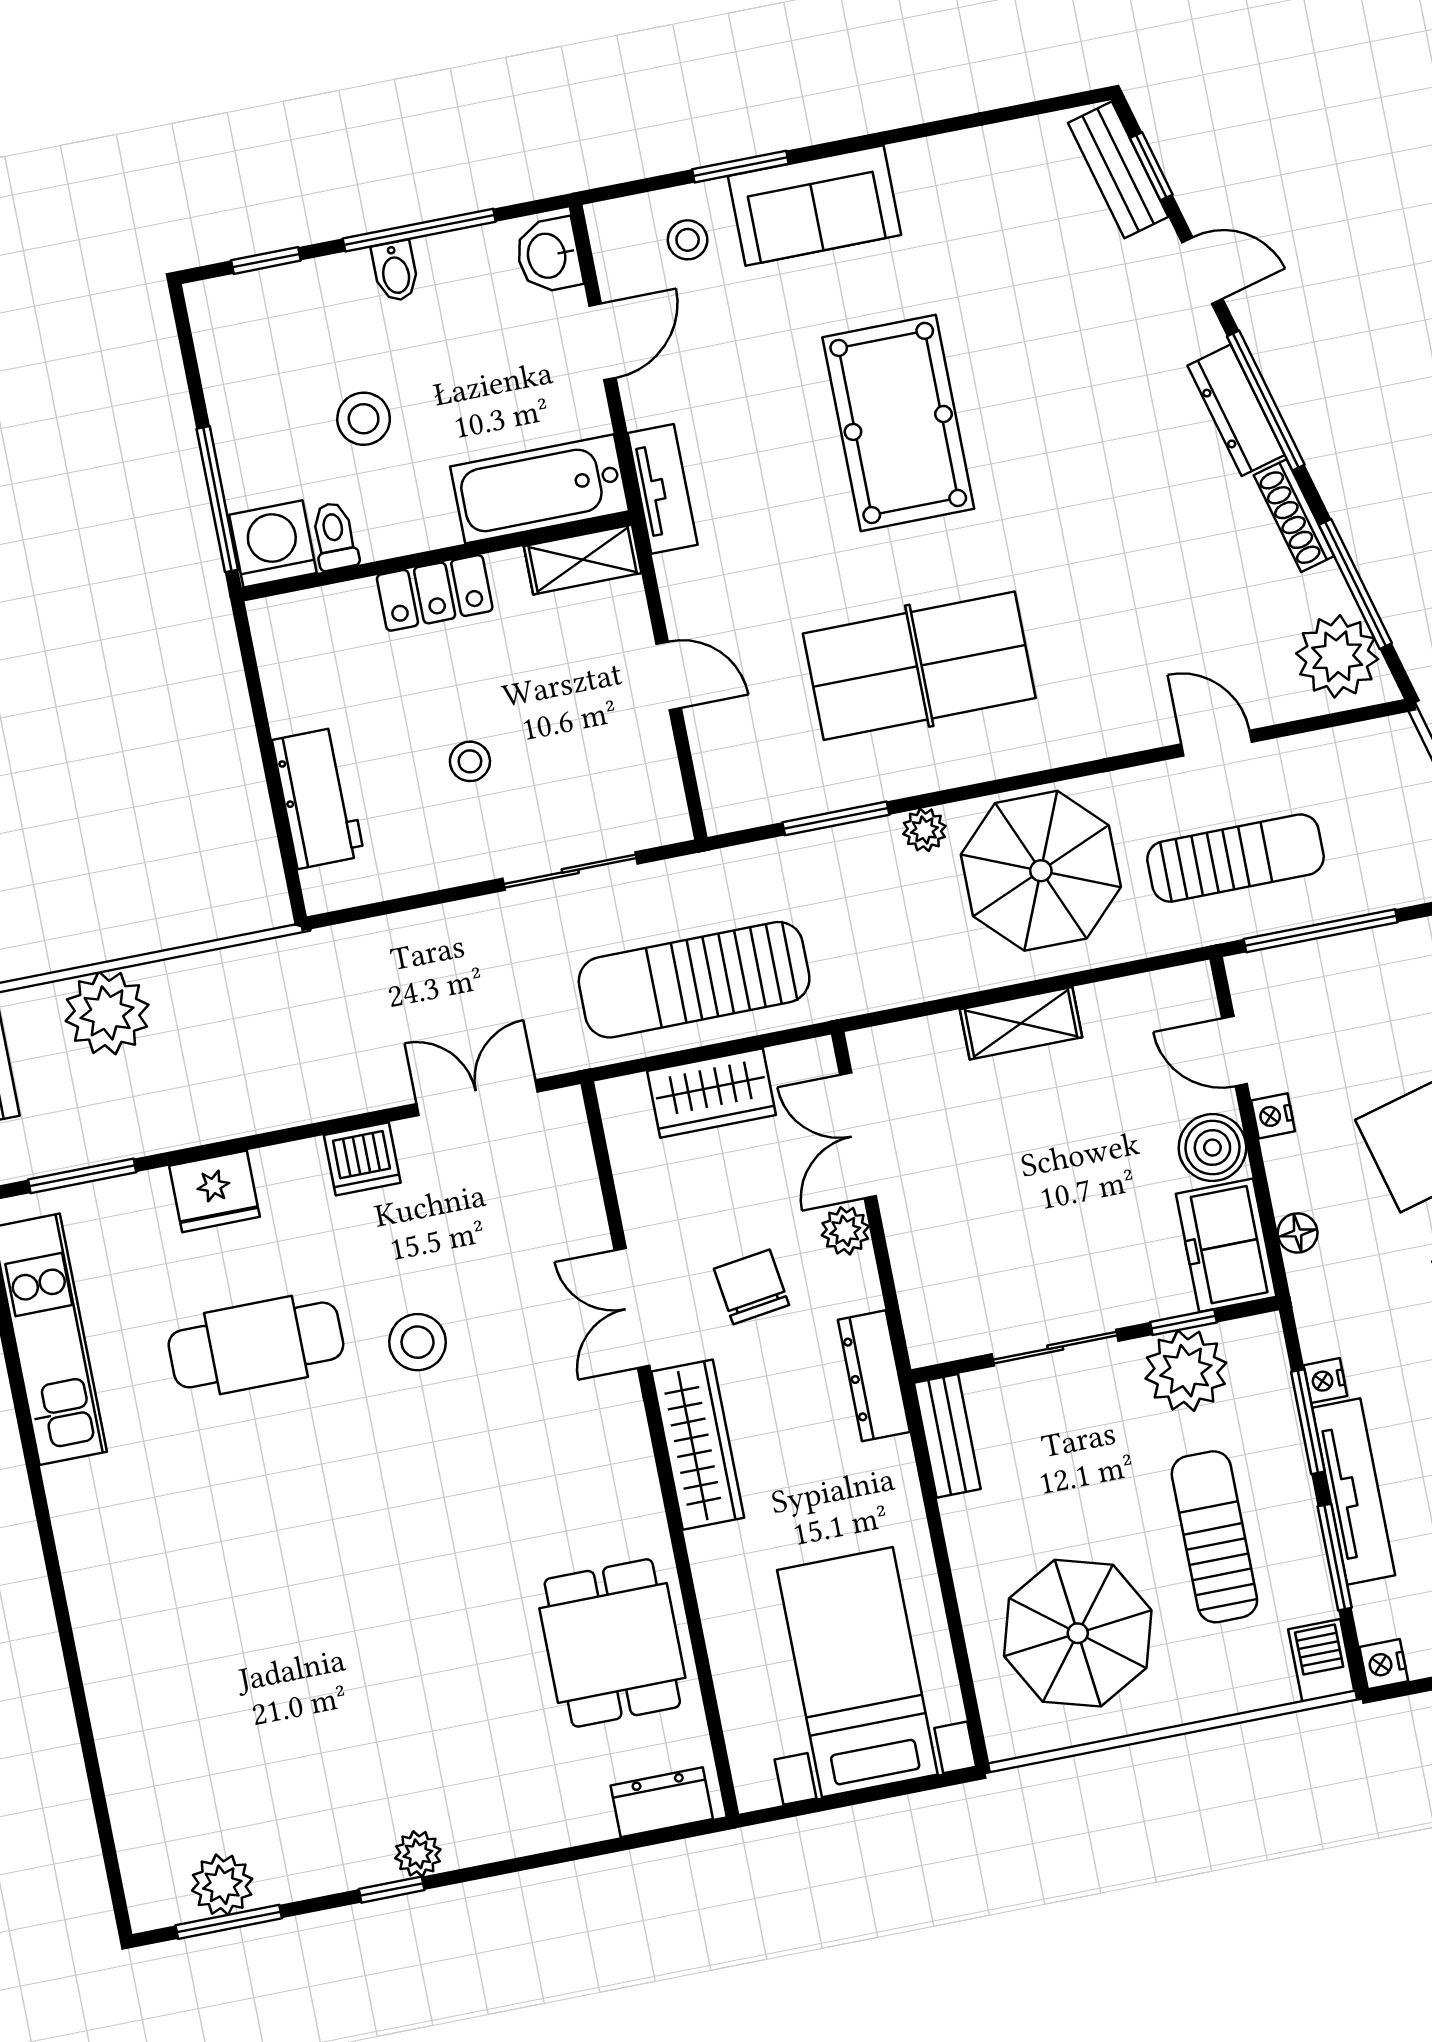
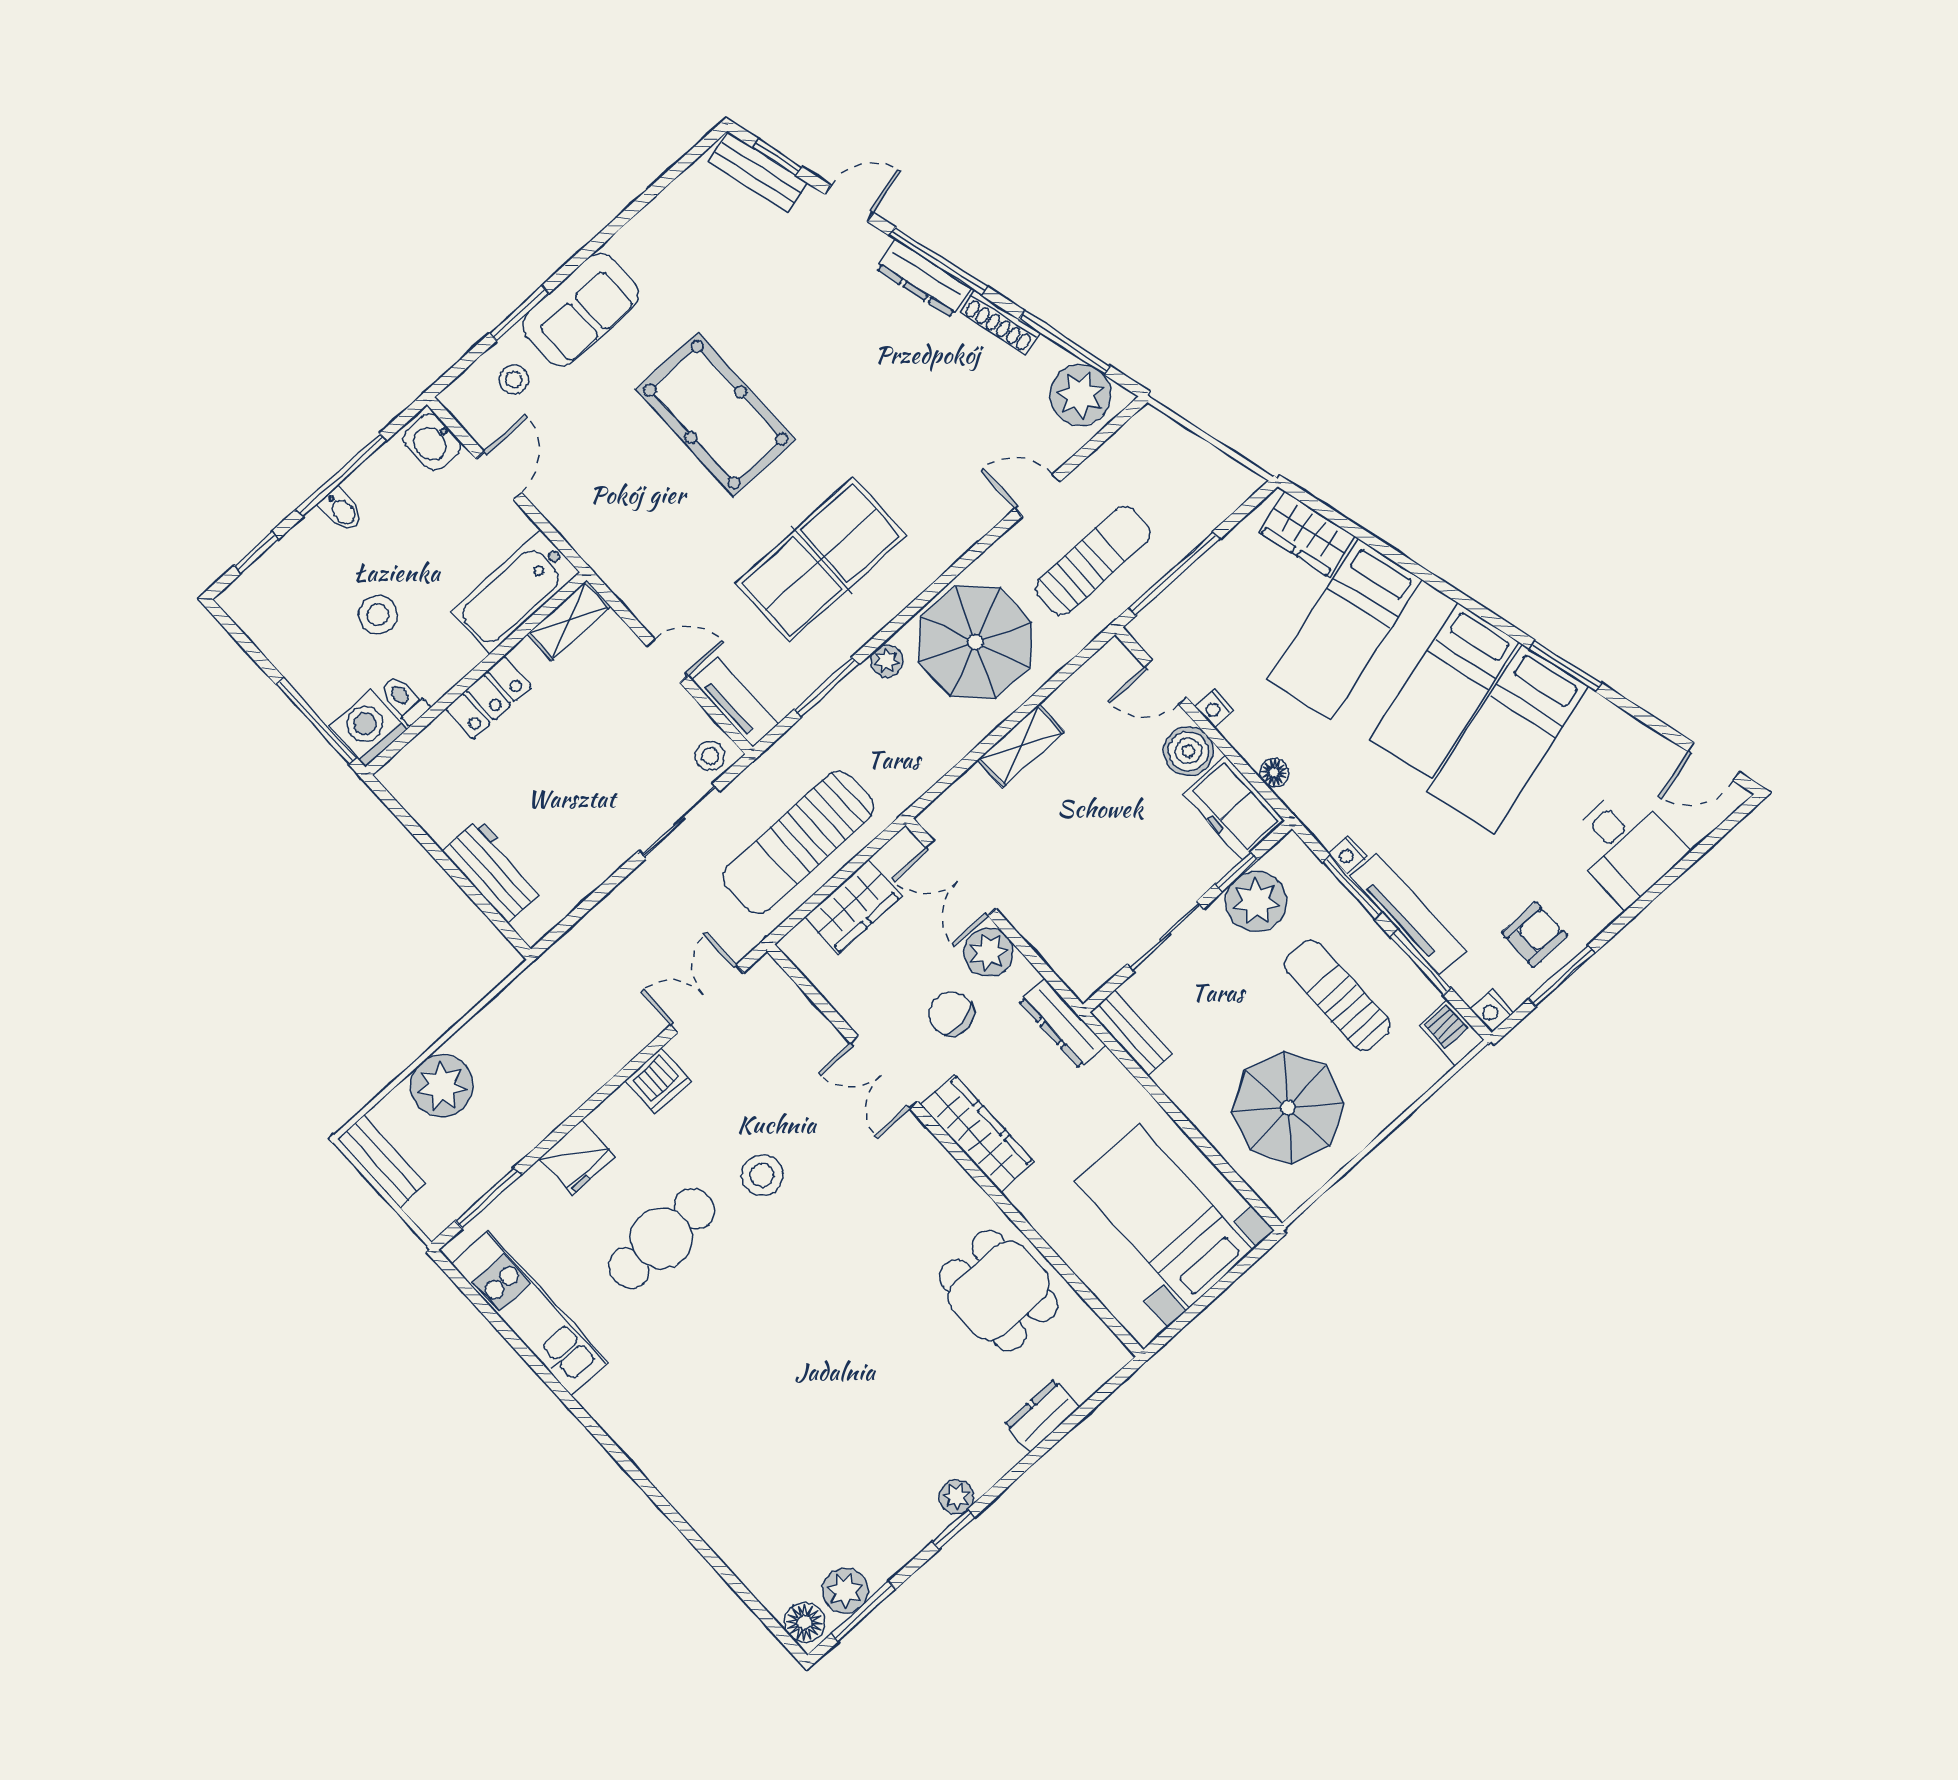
tv unit: (663, 489) -> (735, 702), moved
stool: (470, 761) -> (710, 756), moved
plant: (845, 1231) -> (989, 952), width x1.38, depth x1.38
dresser: (662, 1802) -> (1042, 1416), moved
floor lamp: (152, 1893) -> (805, 1622), added

